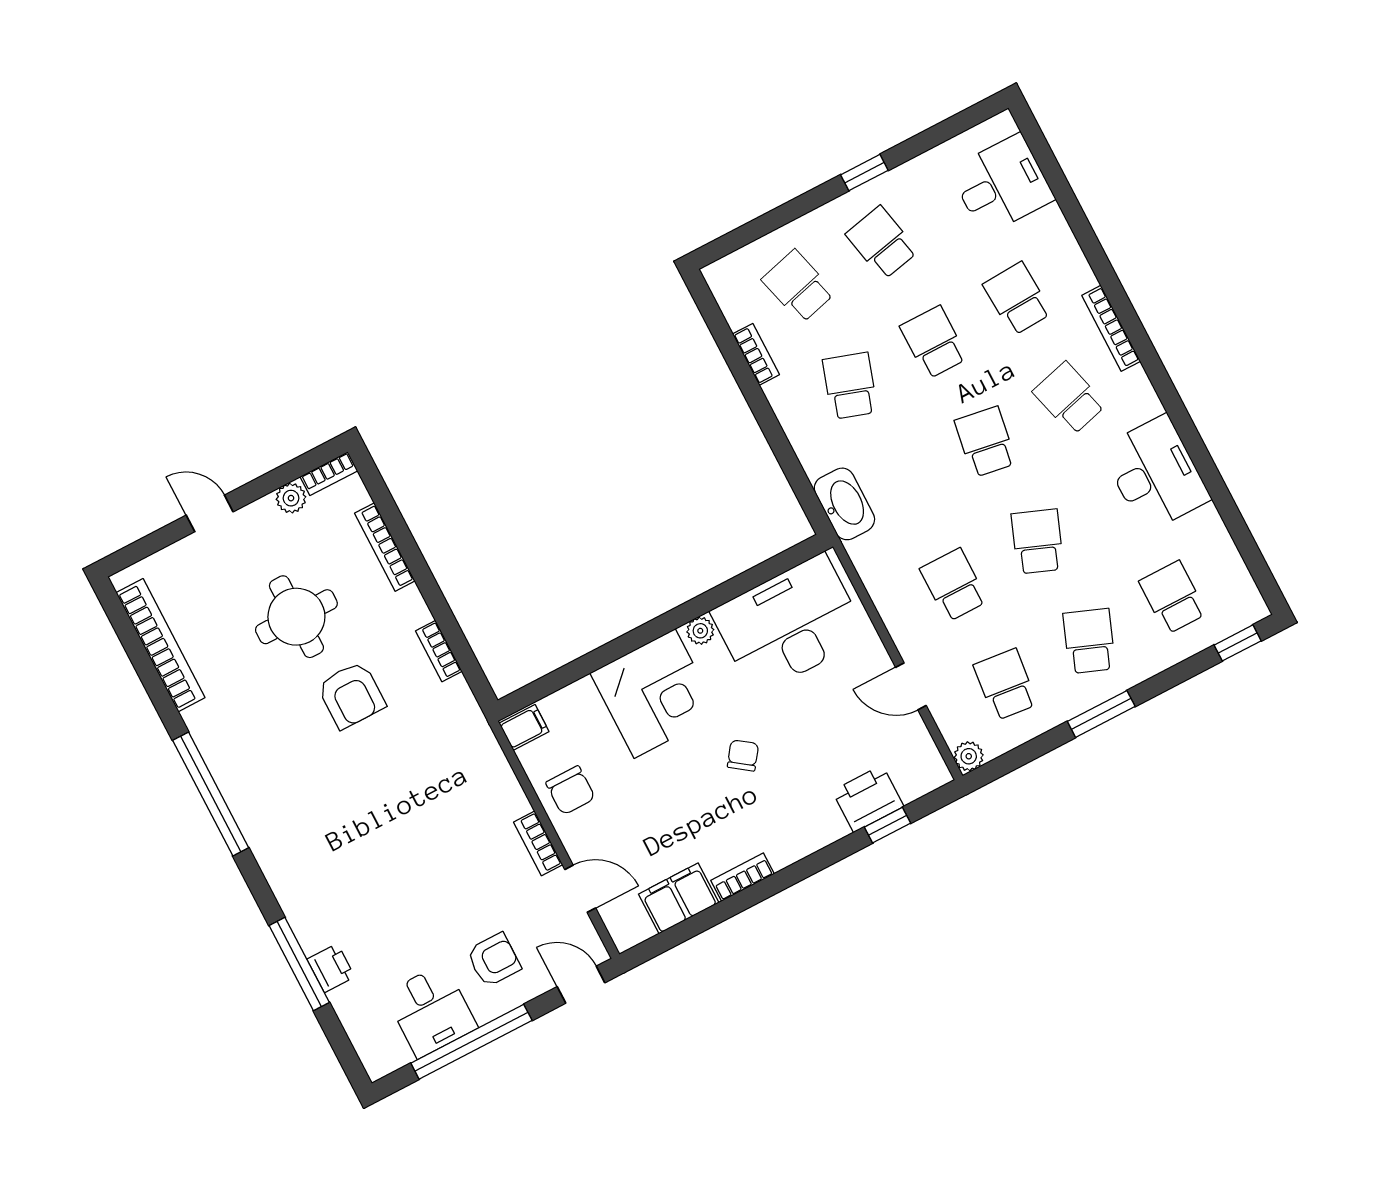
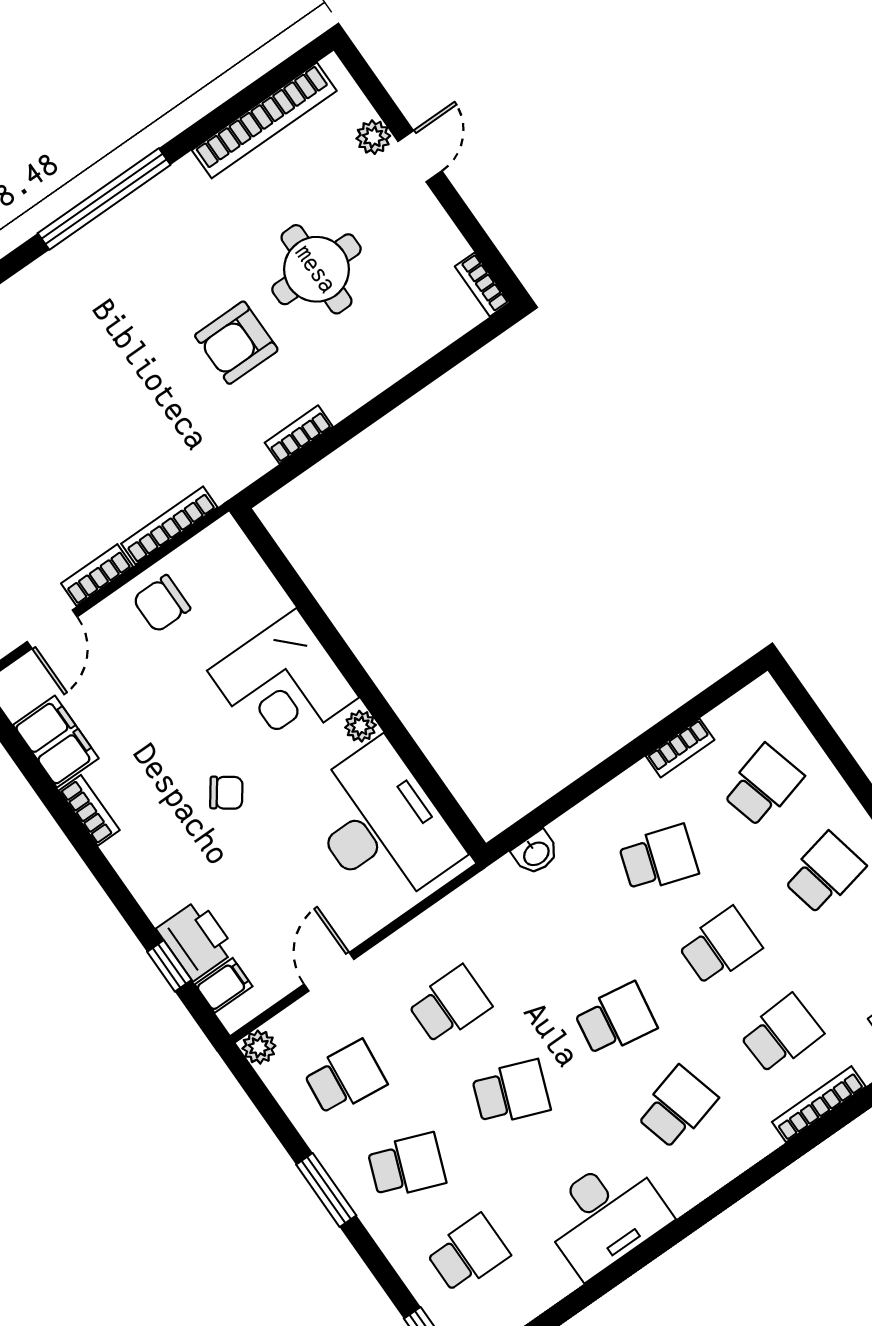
bookcase: (1111, 328) -> (819, 1104), moved
plant: (291, 498) -> (373, 137), moved
washbasin: (844, 504) -> (536, 853), width x0.52, depth x0.69
bookcase: (385, 547) -> (169, 525), moved
filing cabinet: (524, 727) -> (224, 985), moved, turned -90

